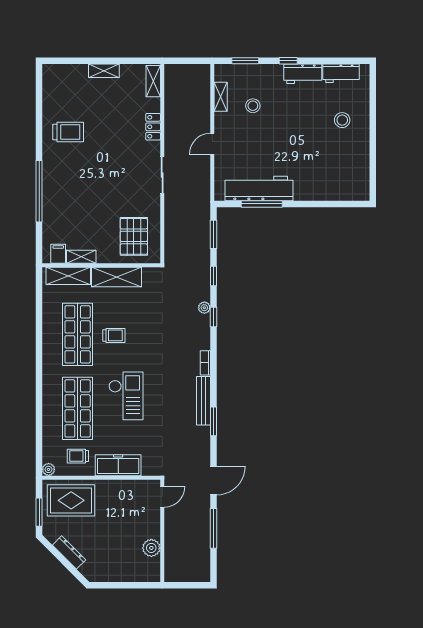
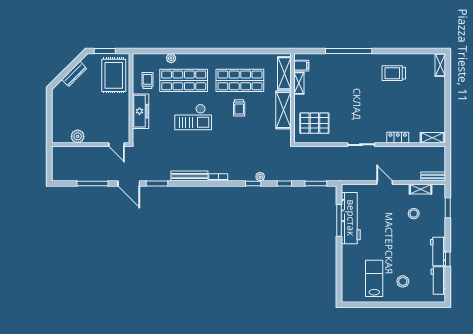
window: (288, 61) -> (448, 259), moved
shelving: (104, 71) -> (440, 65), moved
bench: (204, 80) -> (433, 176), added
trolley: (68, 132) -> (394, 73), turned 90
lab bench: (338, 158) -> (374, 278), added
window: (213, 421) -> (157, 184), moved
plant: (49, 469) -> (171, 58), moved

